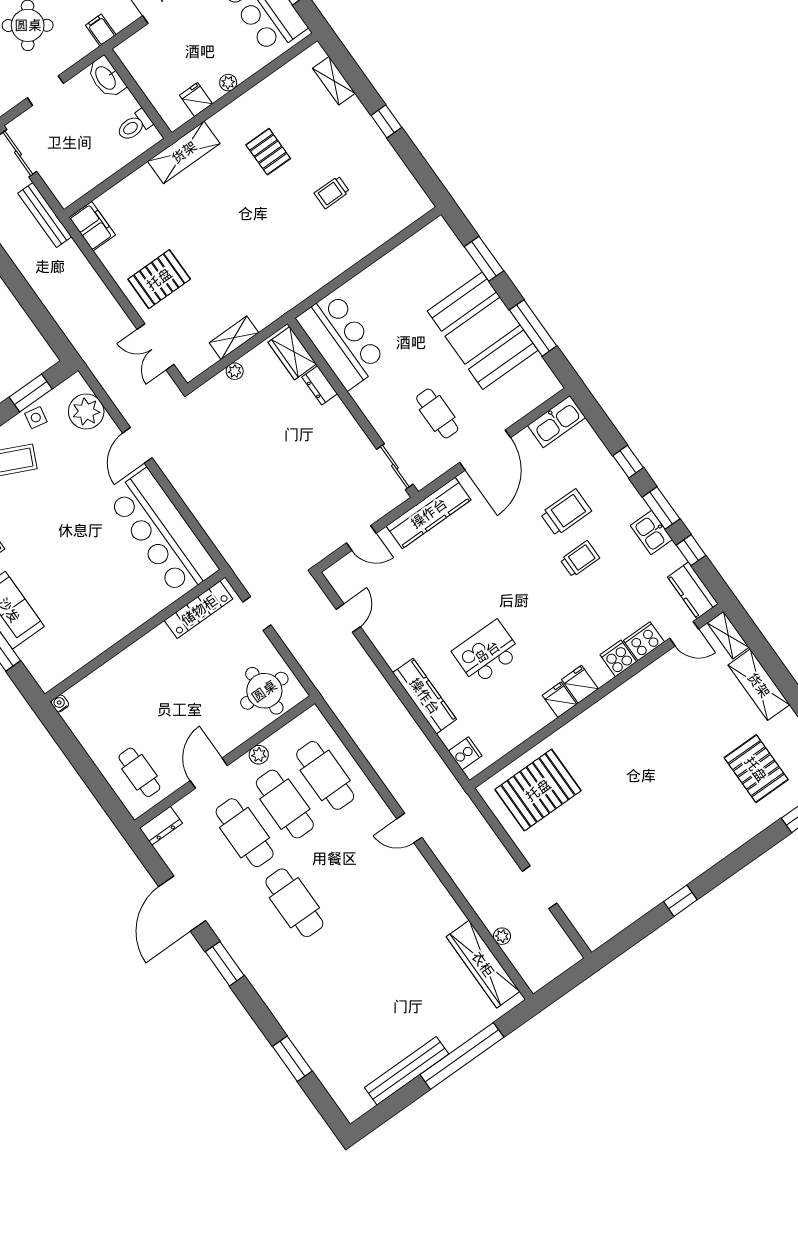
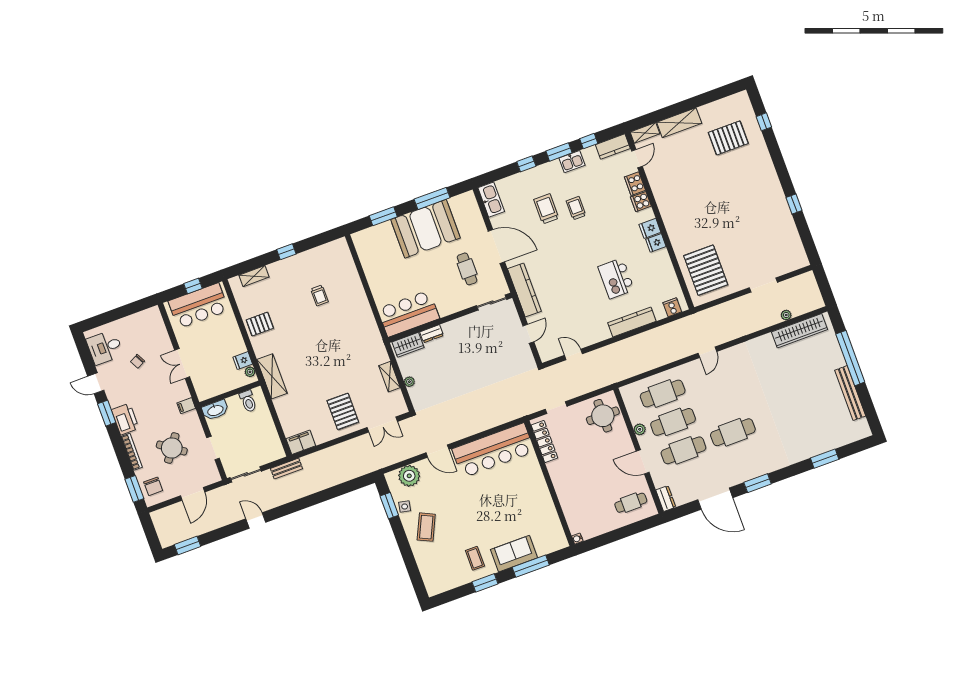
plant: (228, 83) -> (250, 372), moved
pallet: (268, 152) -> (260, 324), moved
bench: (45, 215) -> (286, 469), width x0.73
cafe table: (437, 413) -> (467, 269), turned 90

